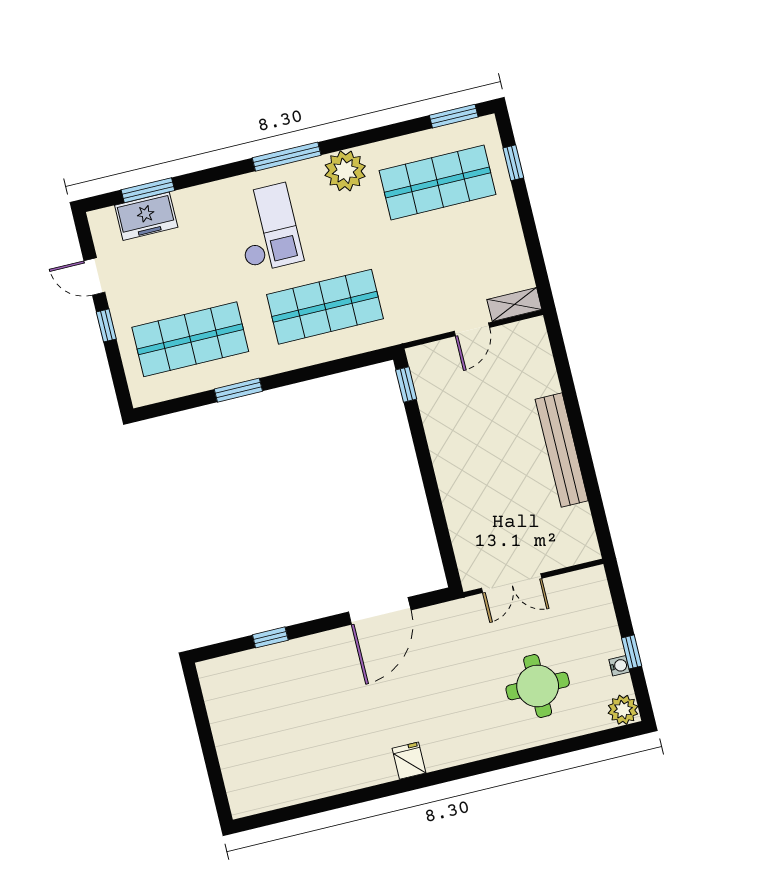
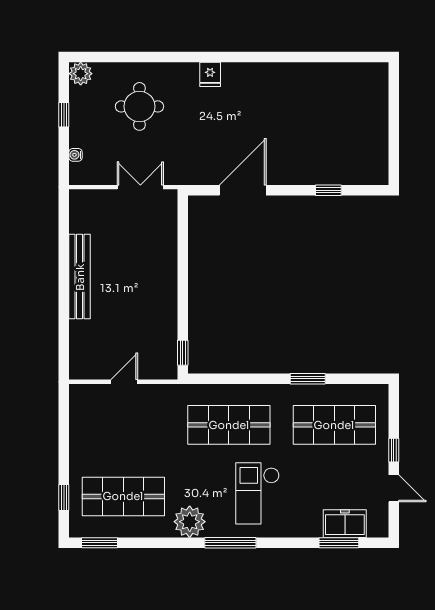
shelving: (514, 305) -> (88, 393), removed
water cooler: (619, 666) -> (76, 155), moved
fridge: (409, 761) -> (210, 74), moved

